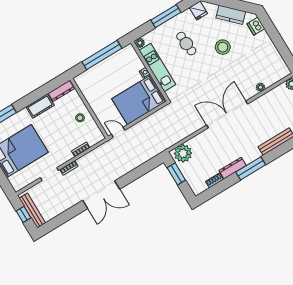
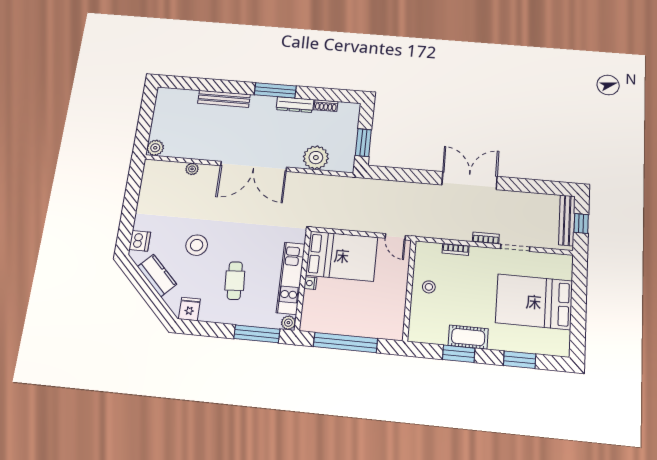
window: (166, 16) -> (257, 334), moved
dresser: (61, 91) -> (428, 336), removed
window: (39, 93) -> (459, 354), added
plant: (183, 153) -> (316, 158), moved

